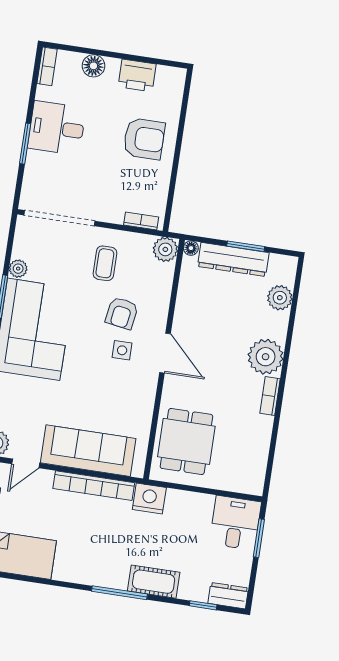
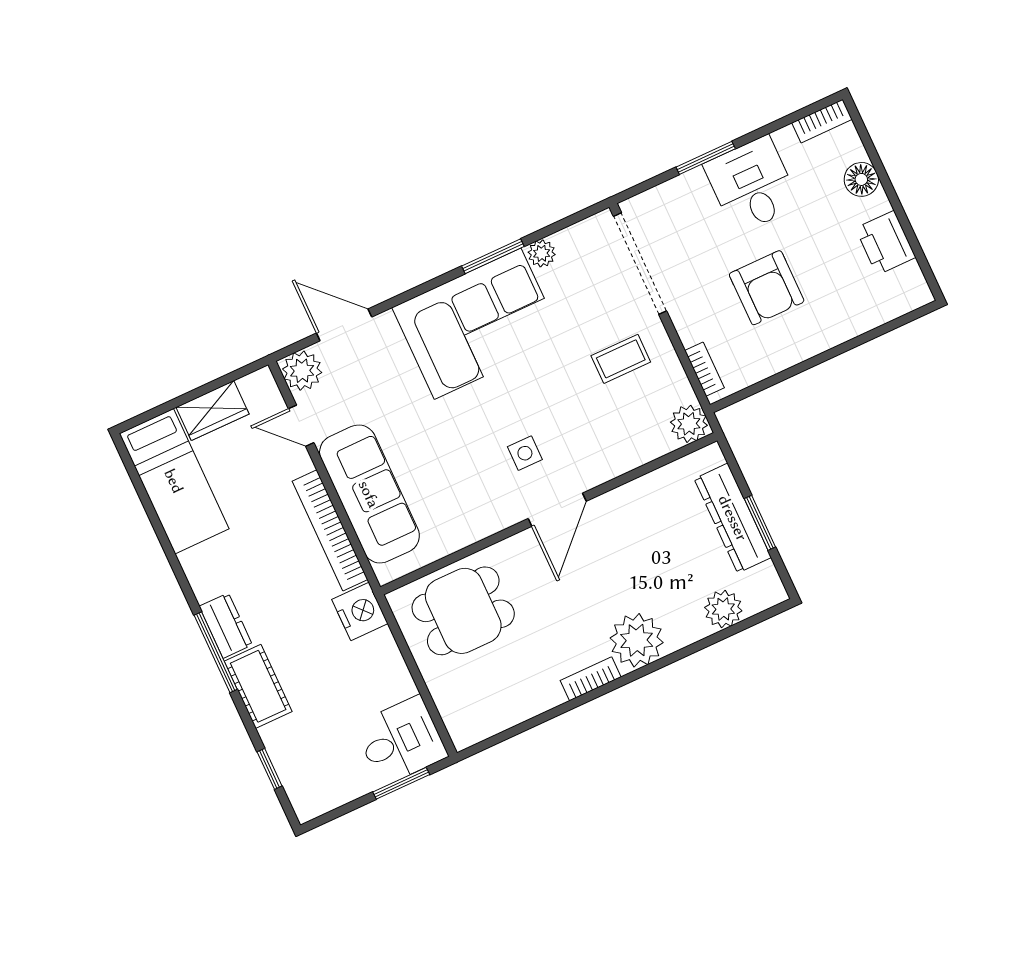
armchair: (144, 139) -> (767, 288), moved
floor lamp: (191, 248) -> (712, 455), removed
armchair: (122, 313) -> (572, 422), removed
dresser: (228, 596) -> (226, 626), moved

